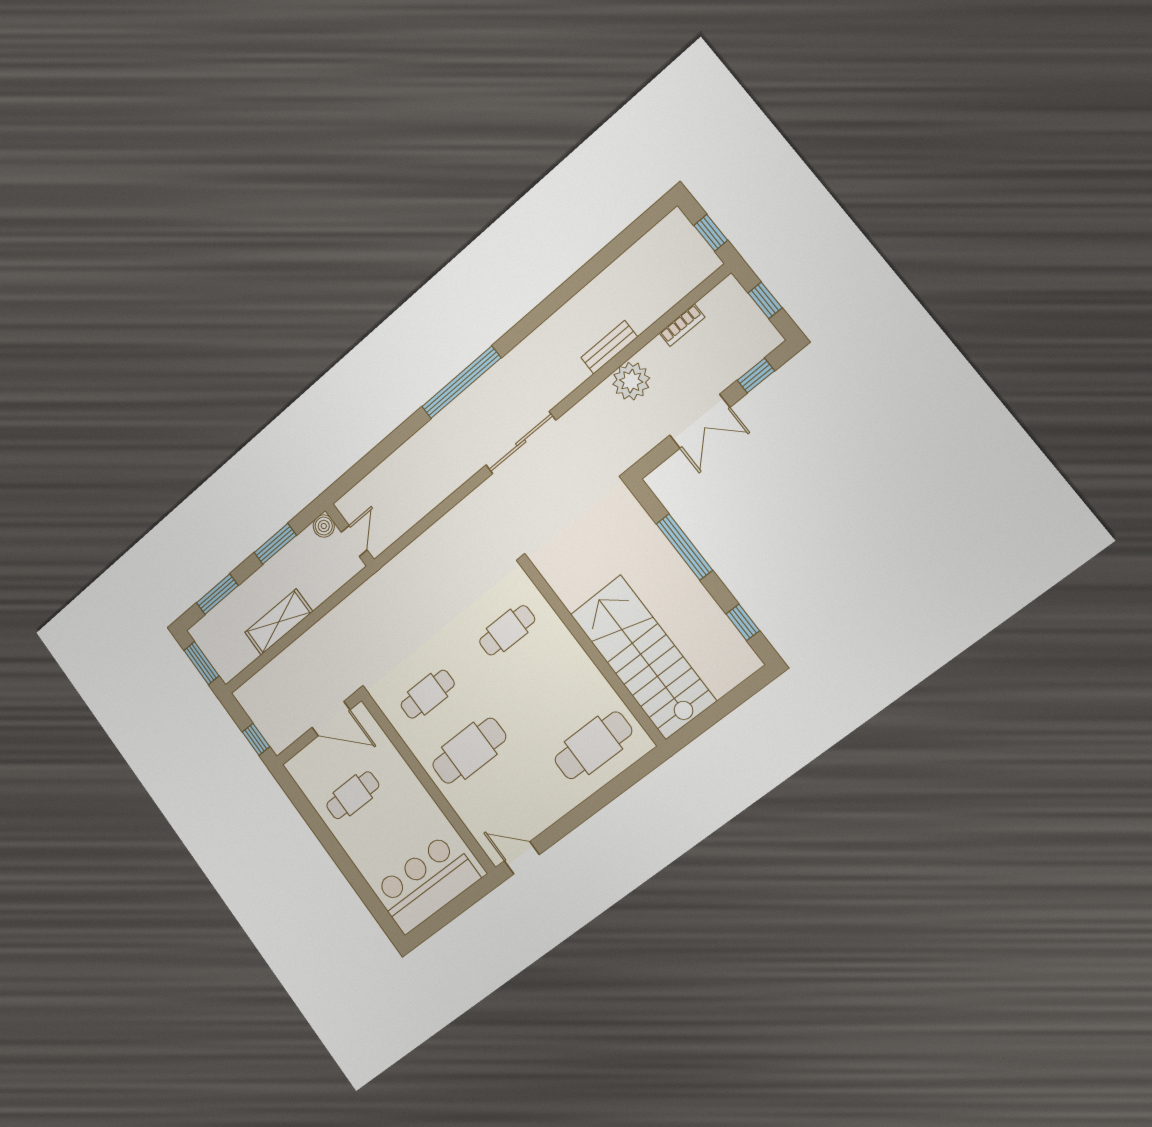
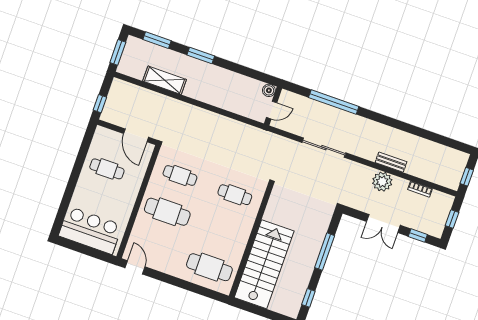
boiler: (324, 526) -> (269, 90), moved
wall: (350, 535) -> (273, 106), moved
door: (354, 541) -> (272, 110), moved

